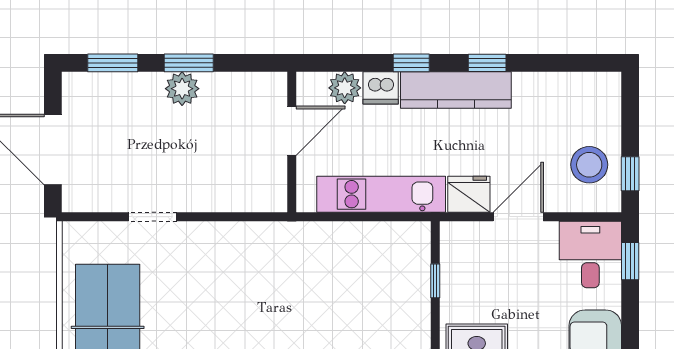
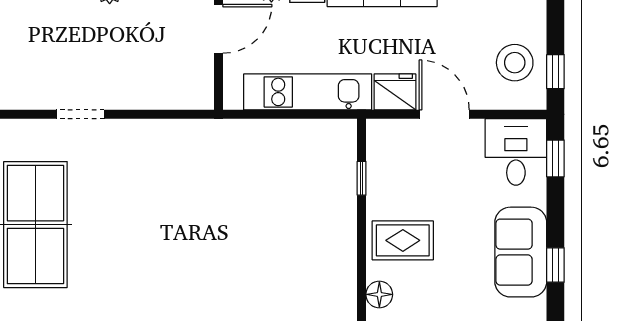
door: (518, 217) -> (444, 114), hinge flipped

